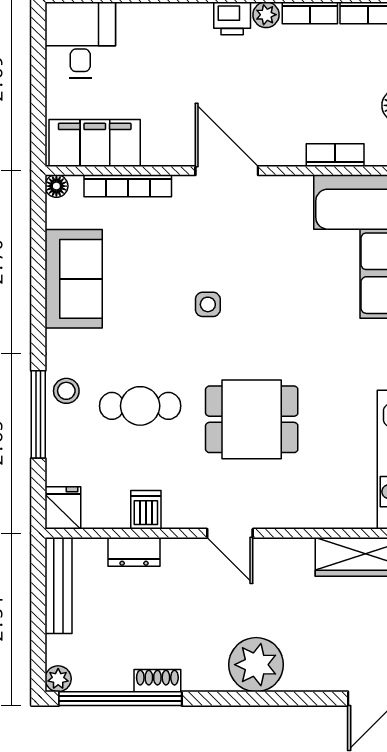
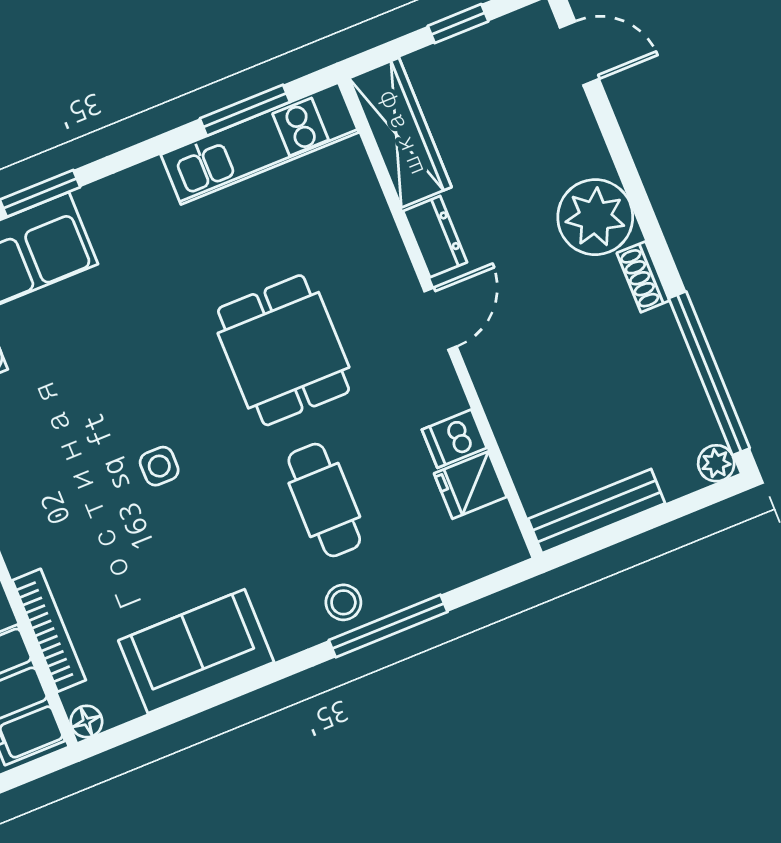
fridge: (63, 508) -> (470, 485), moved
dresser: (134, 552) -> (435, 237), moved
shoe rack: (157, 681) -> (643, 277), moved

